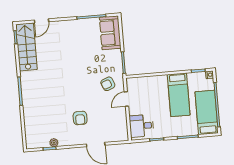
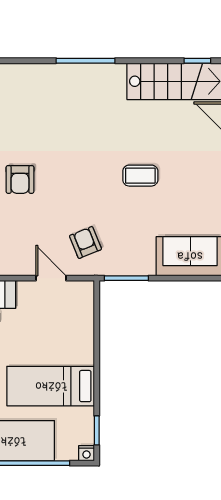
coffee table: (73, 60) -> (140, 176), added
armchair: (80, 118) -> (20, 179), turned -90

